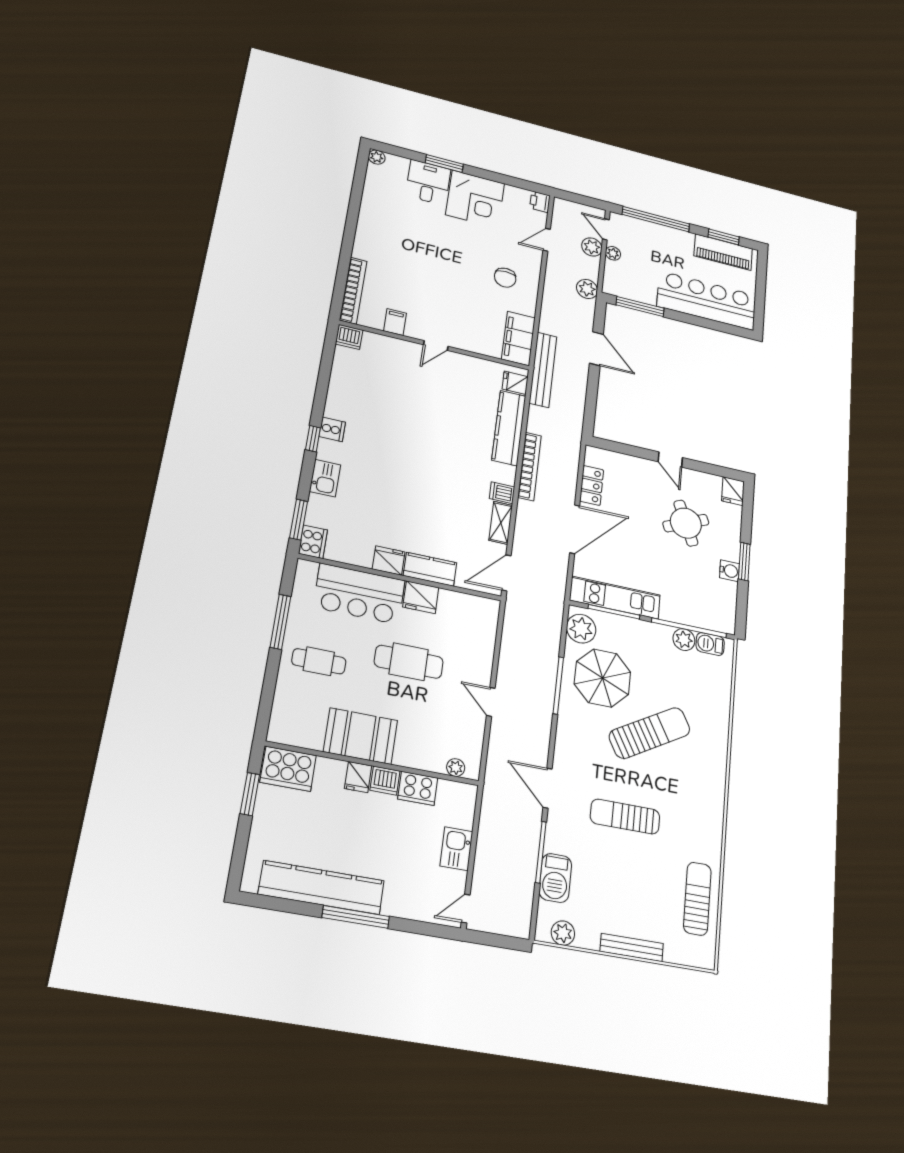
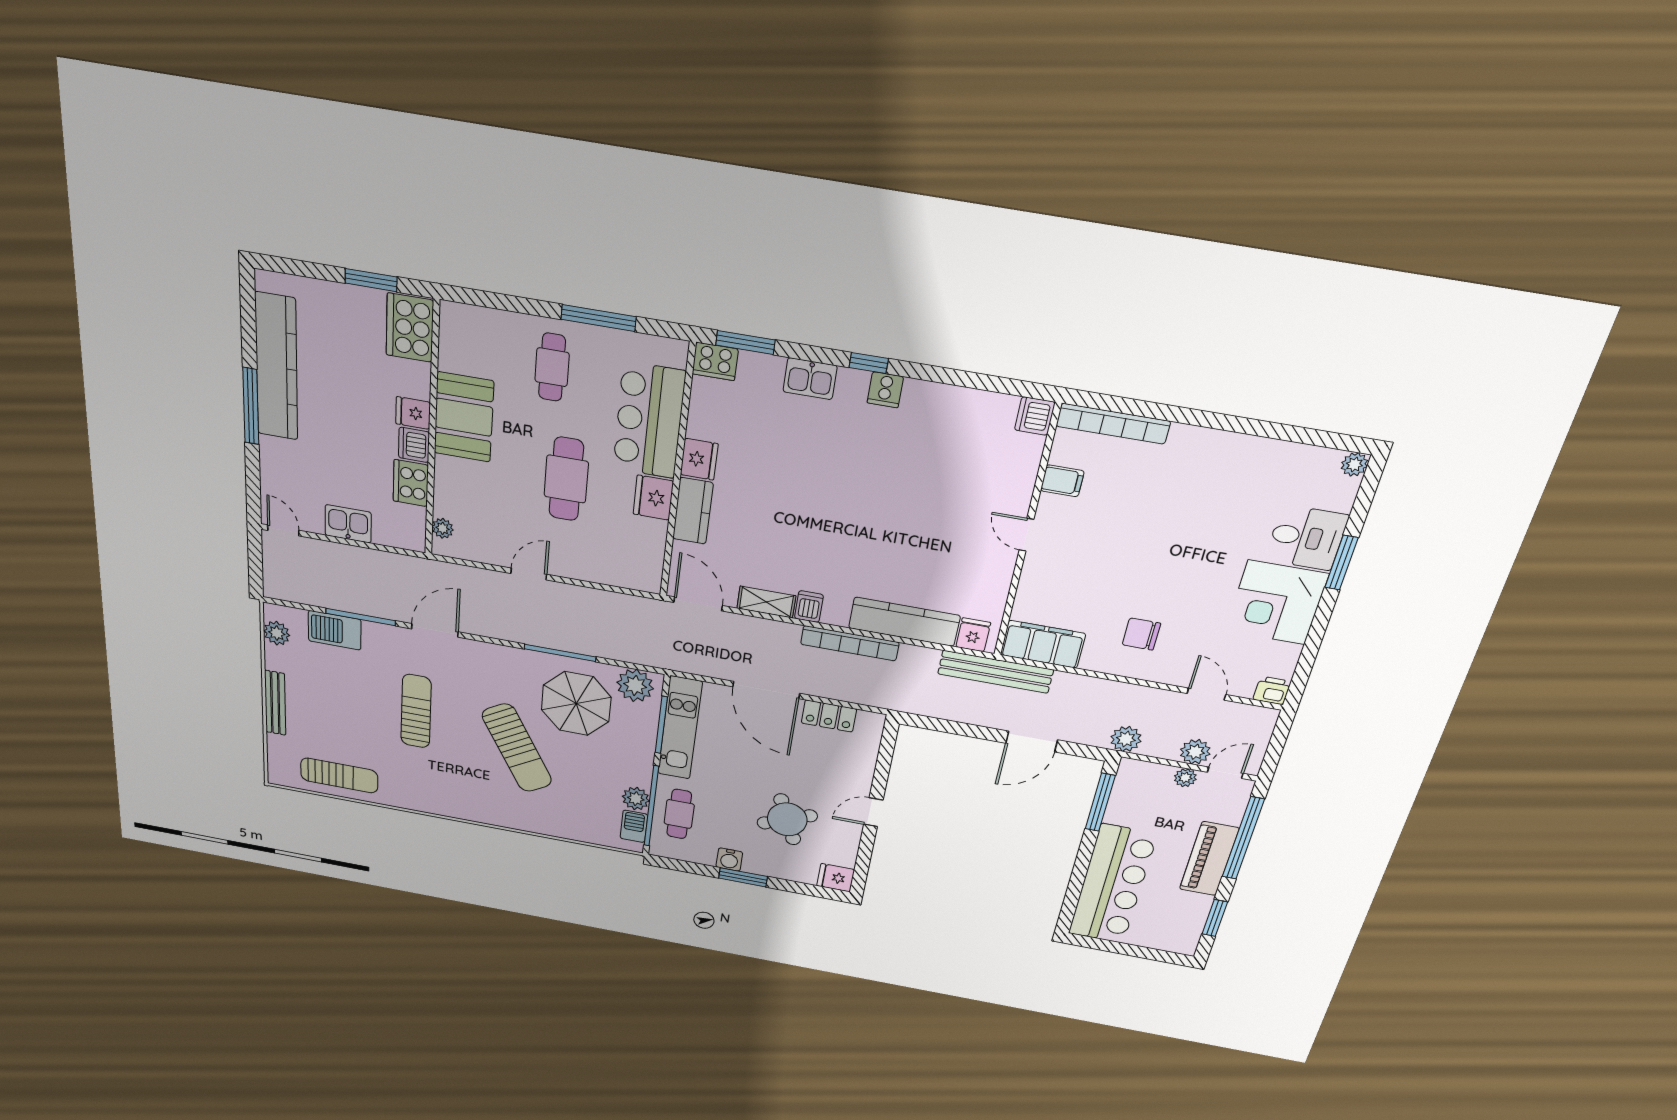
piano: (723, 252) -> (1209, 859), moved
cafe table: (693, 606) -> (679, 814), added

